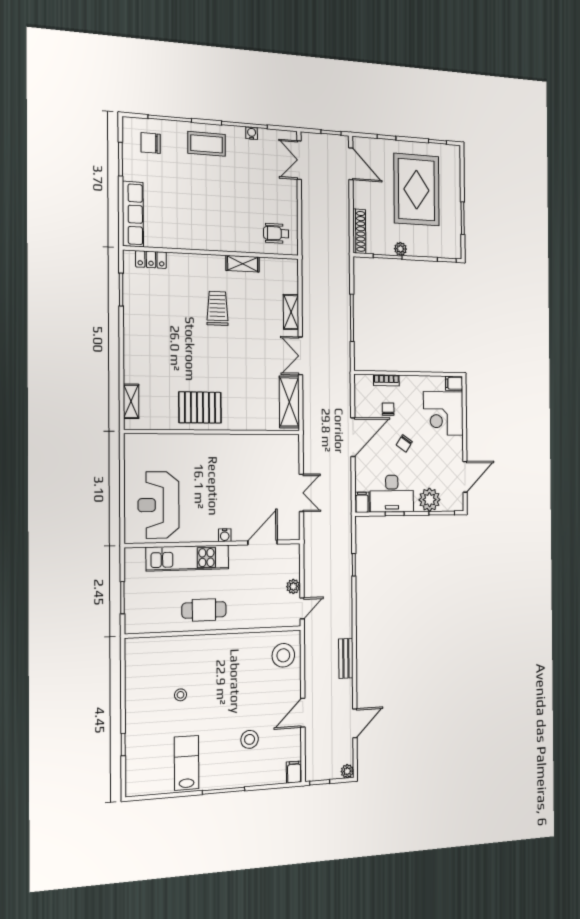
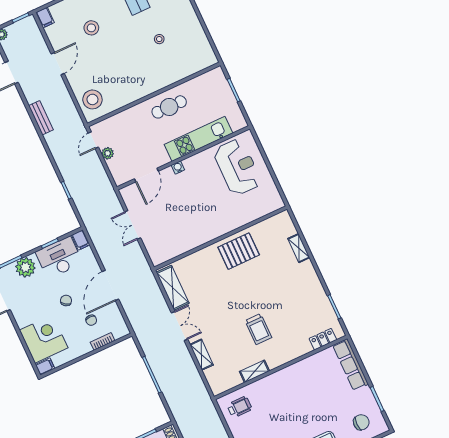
shelving: (131, 401) -> (299, 248), moved

